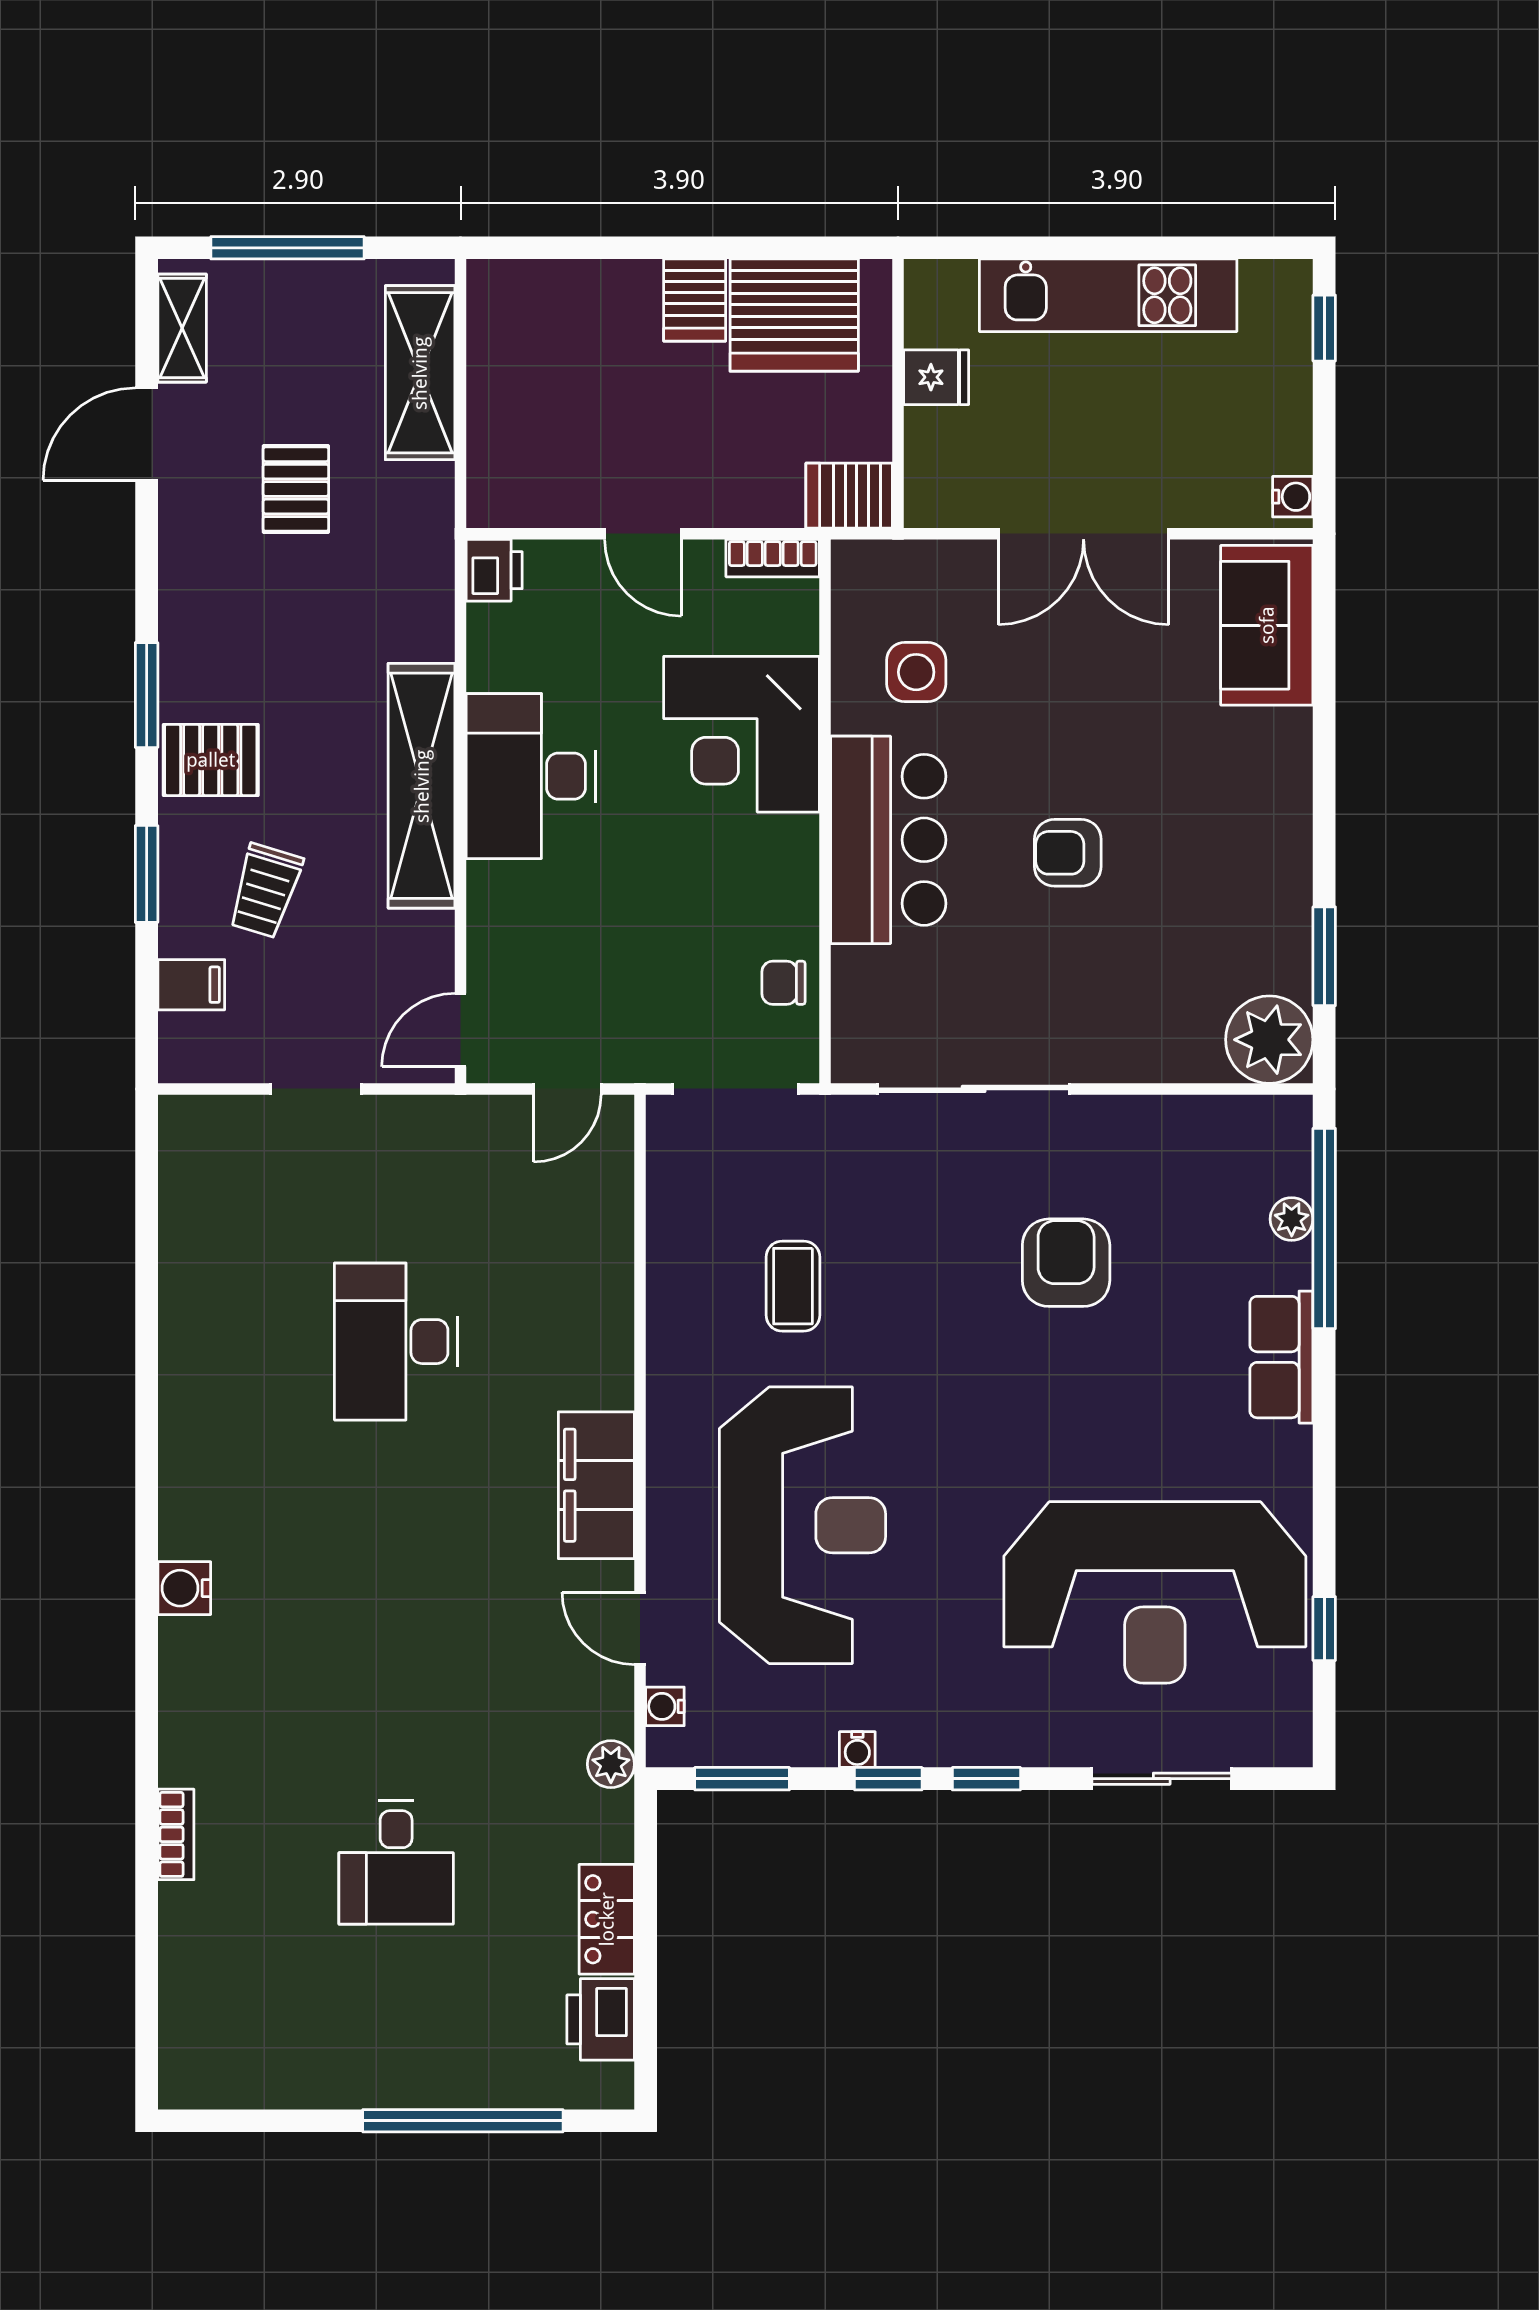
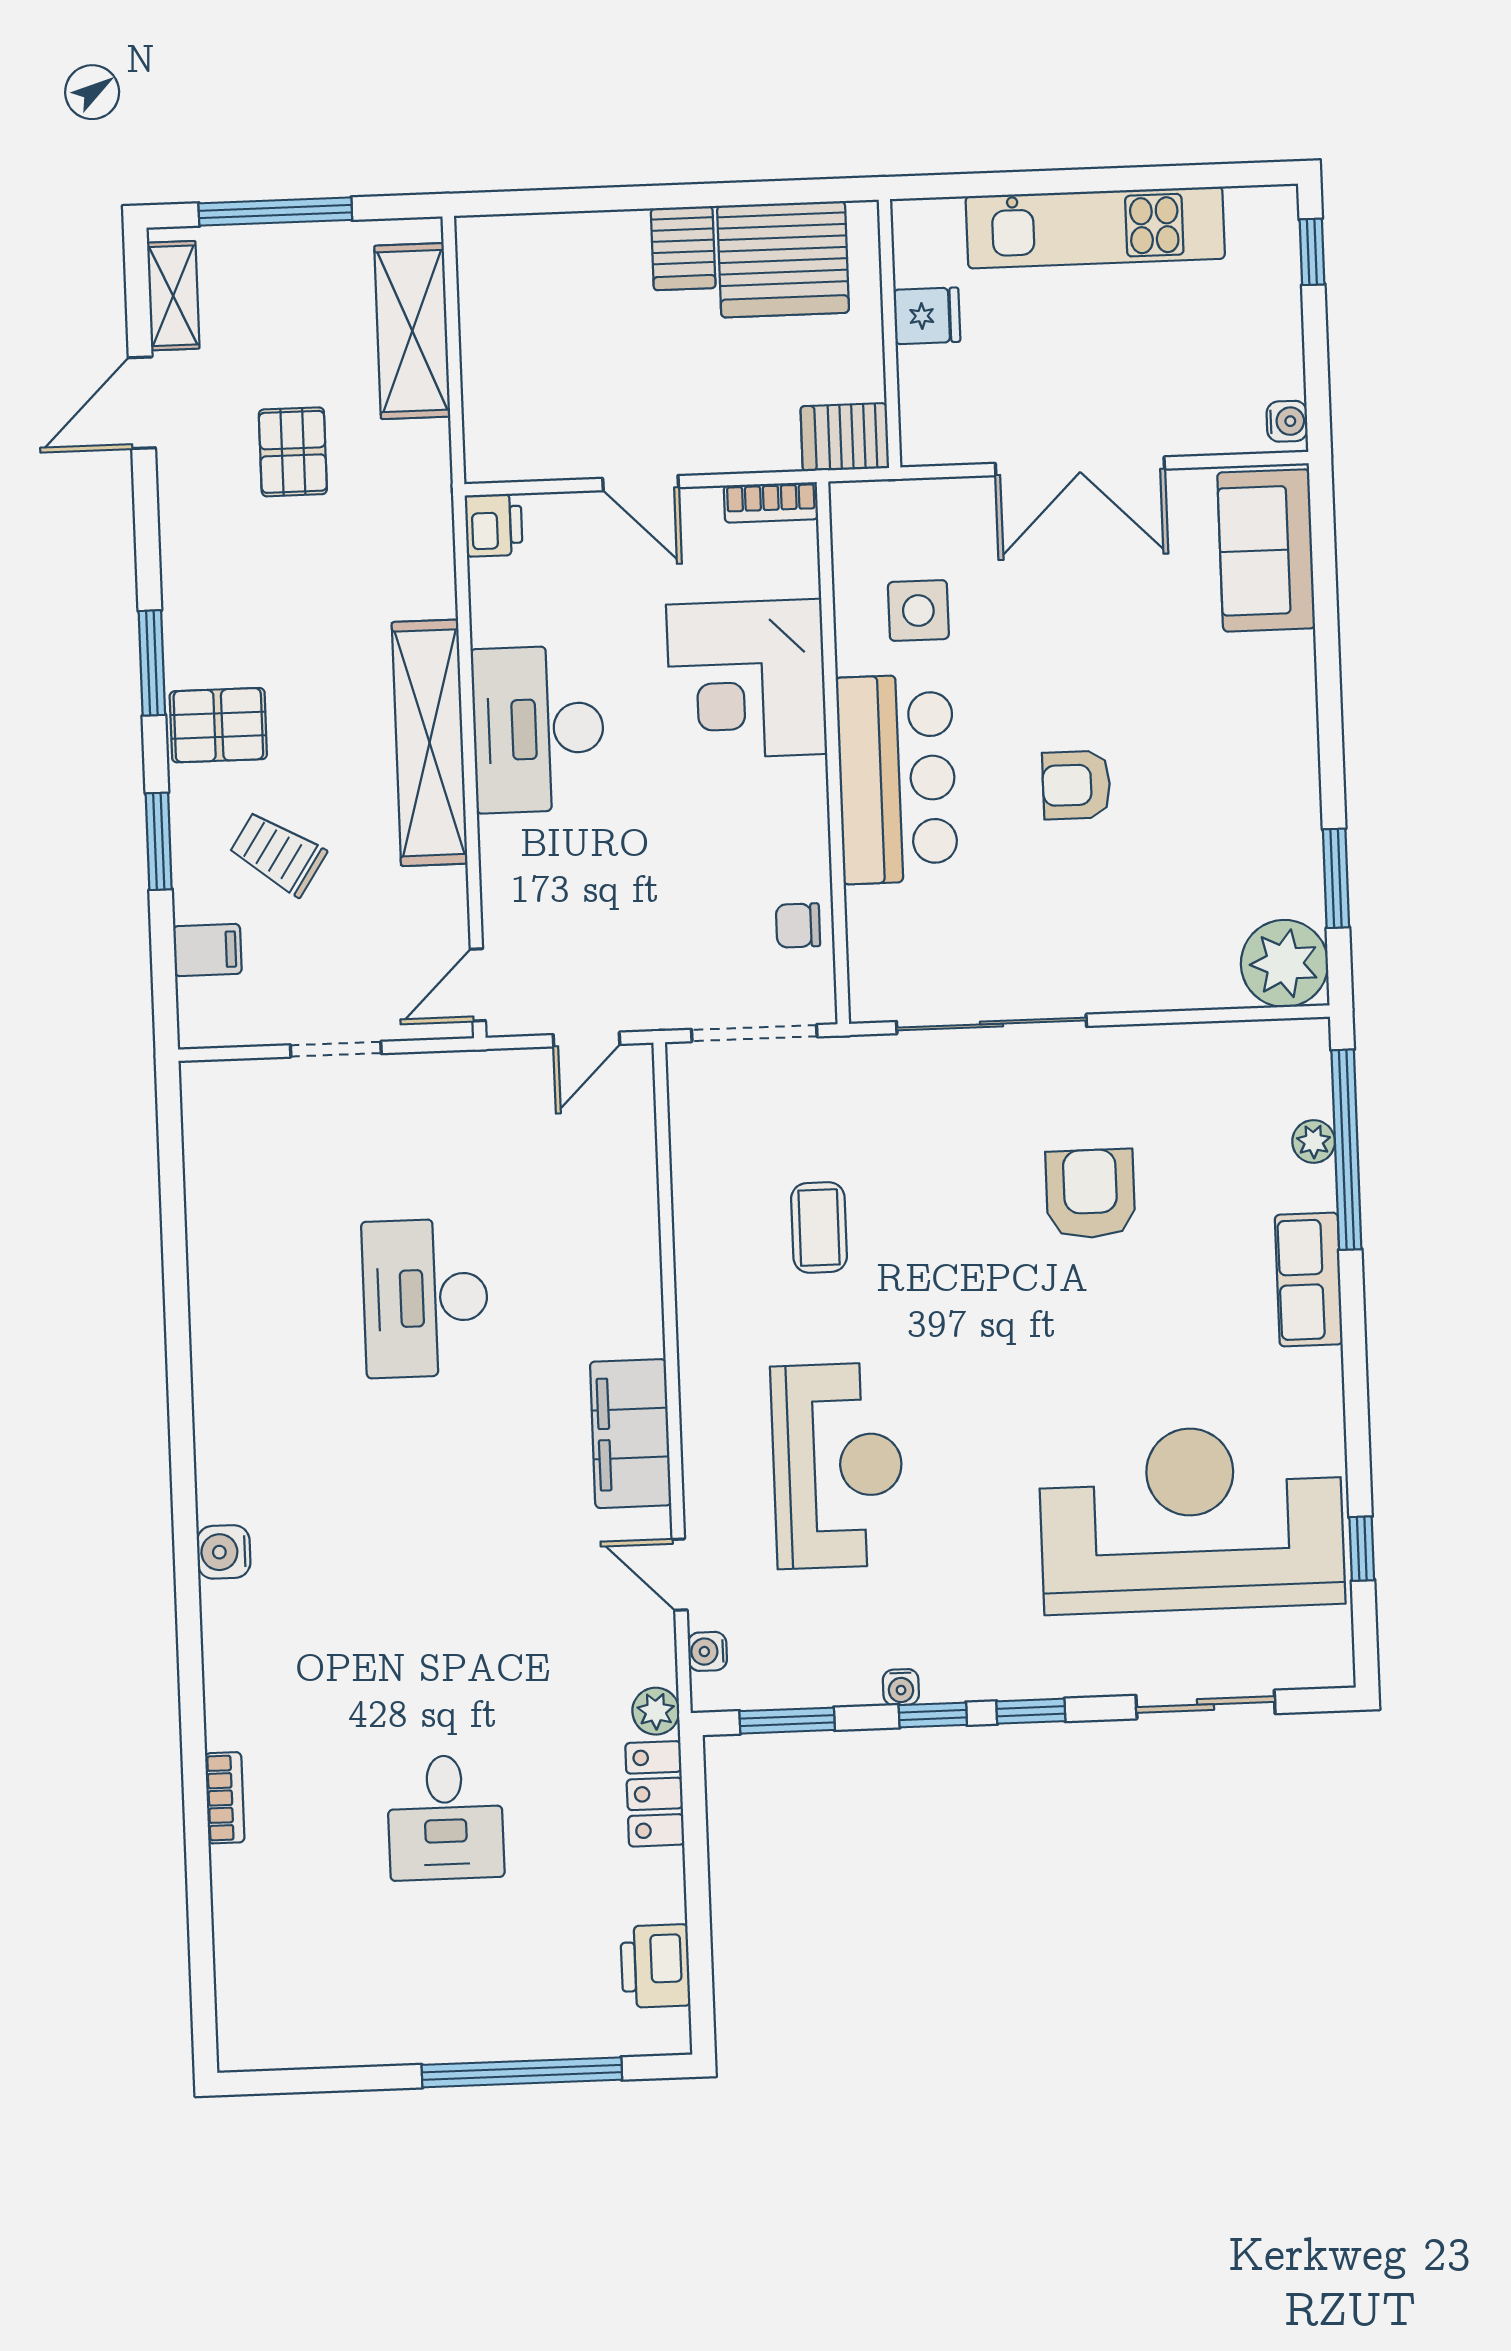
trolley: (265, 891) -> (278, 853), turned 106
reception desk: (802, 1525) -> (838, 1466), width x0.74, depth x0.77
reception desk: (1155, 1592) -> (1192, 1519), turned 180
locker: (607, 1919) -> (655, 1794), moved

